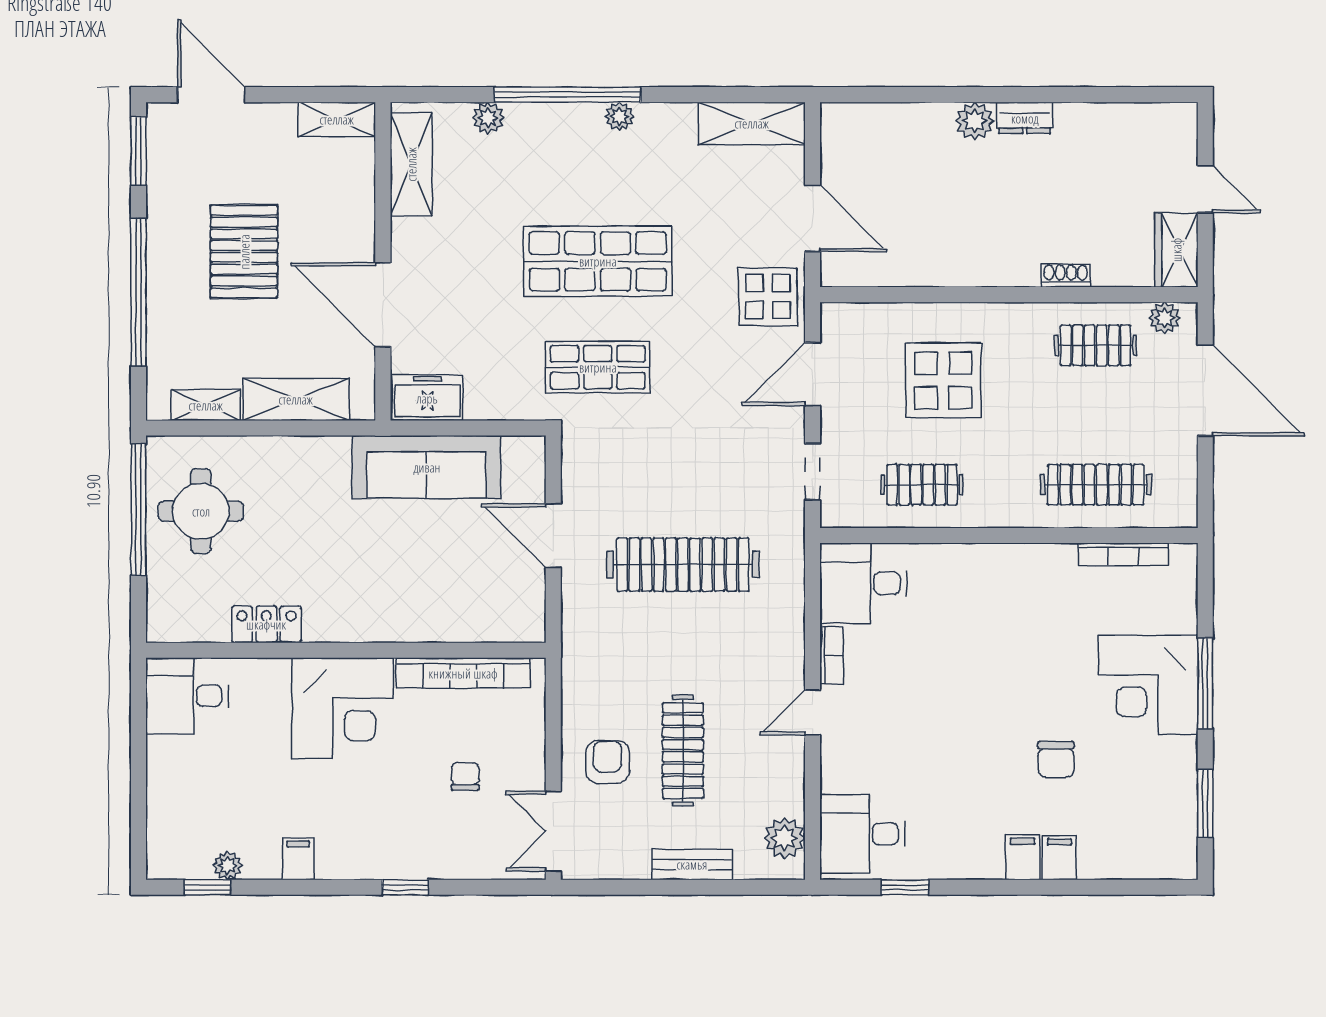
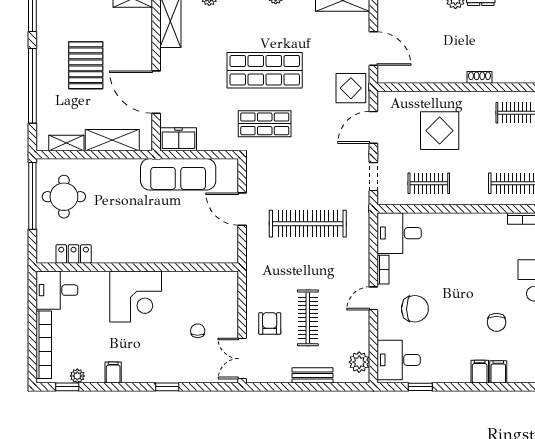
shoe rack: (1066, 275) -> (479, 77), moved
locker: (266, 624) -> (74, 254), moved
bookcase: (463, 673) -> (44, 345), moved, turned -90
chair: (895, 733) -> (415, 309), added

